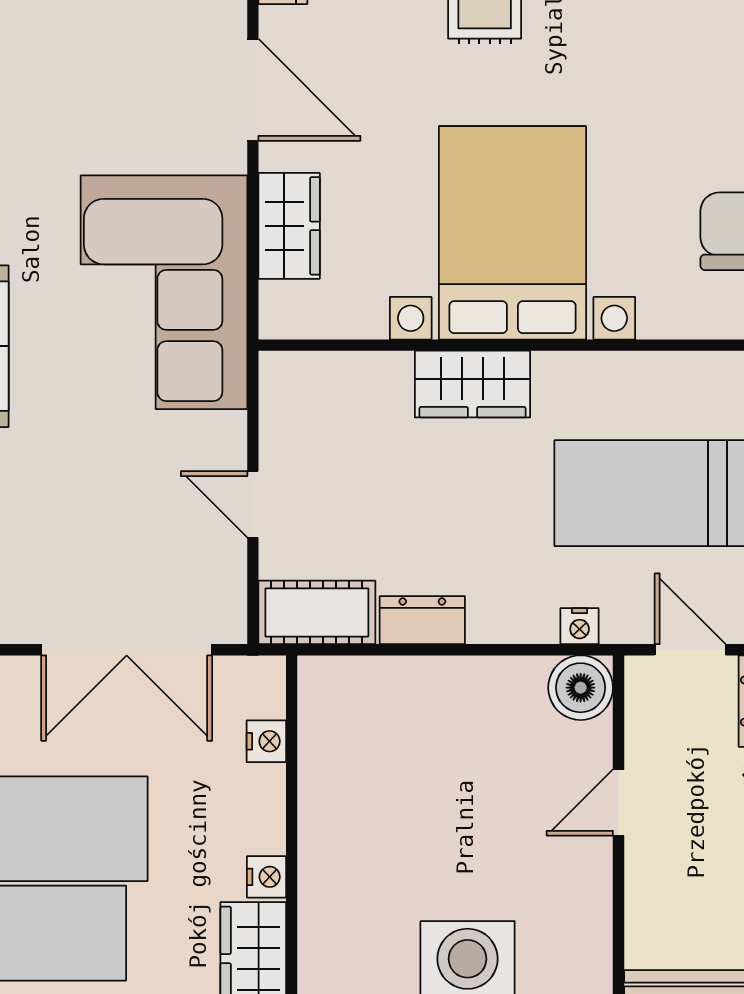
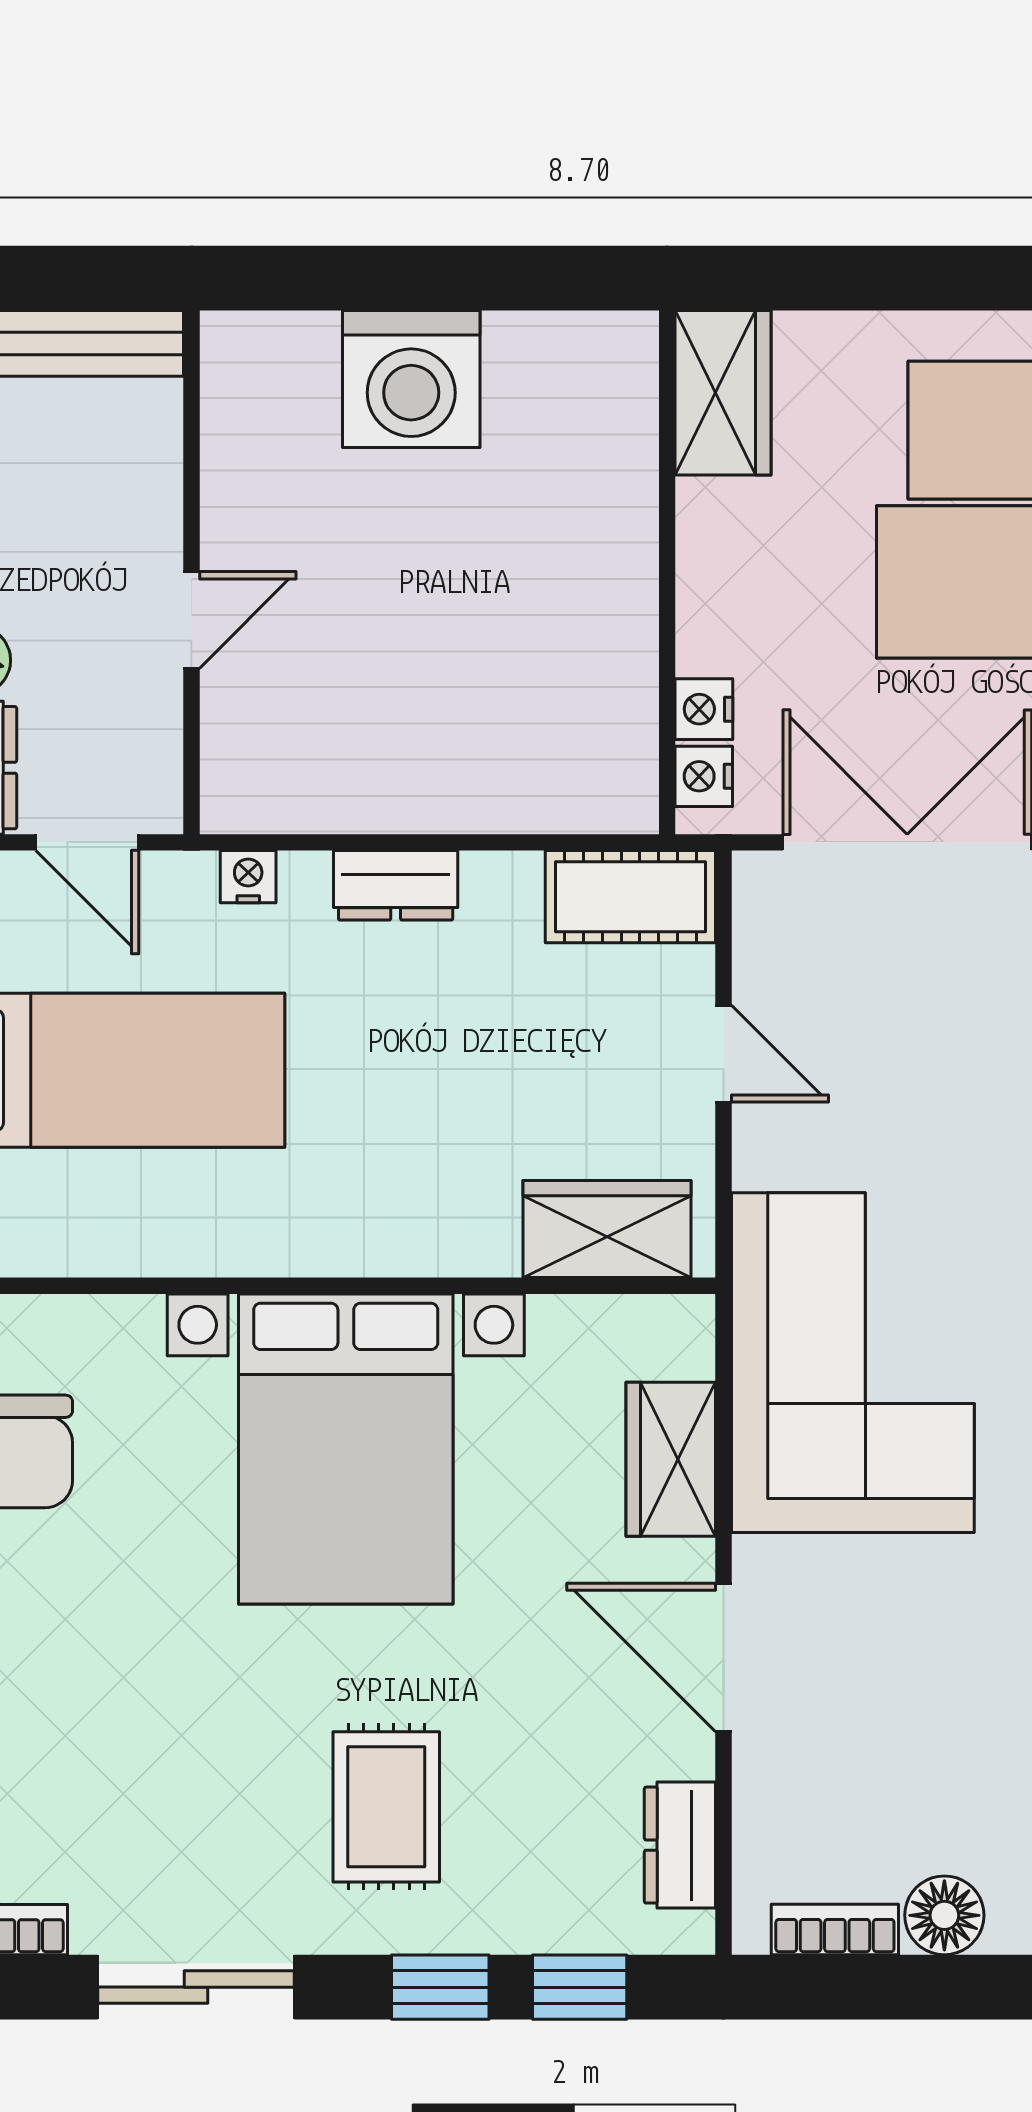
wardrobe: (472, 384) -> (607, 1229), moved
dresser: (422, 620) -> (396, 885), moved
boiler: (581, 688) -> (247, 787), removed
nightstand: (267, 877) -> (704, 776), moved

